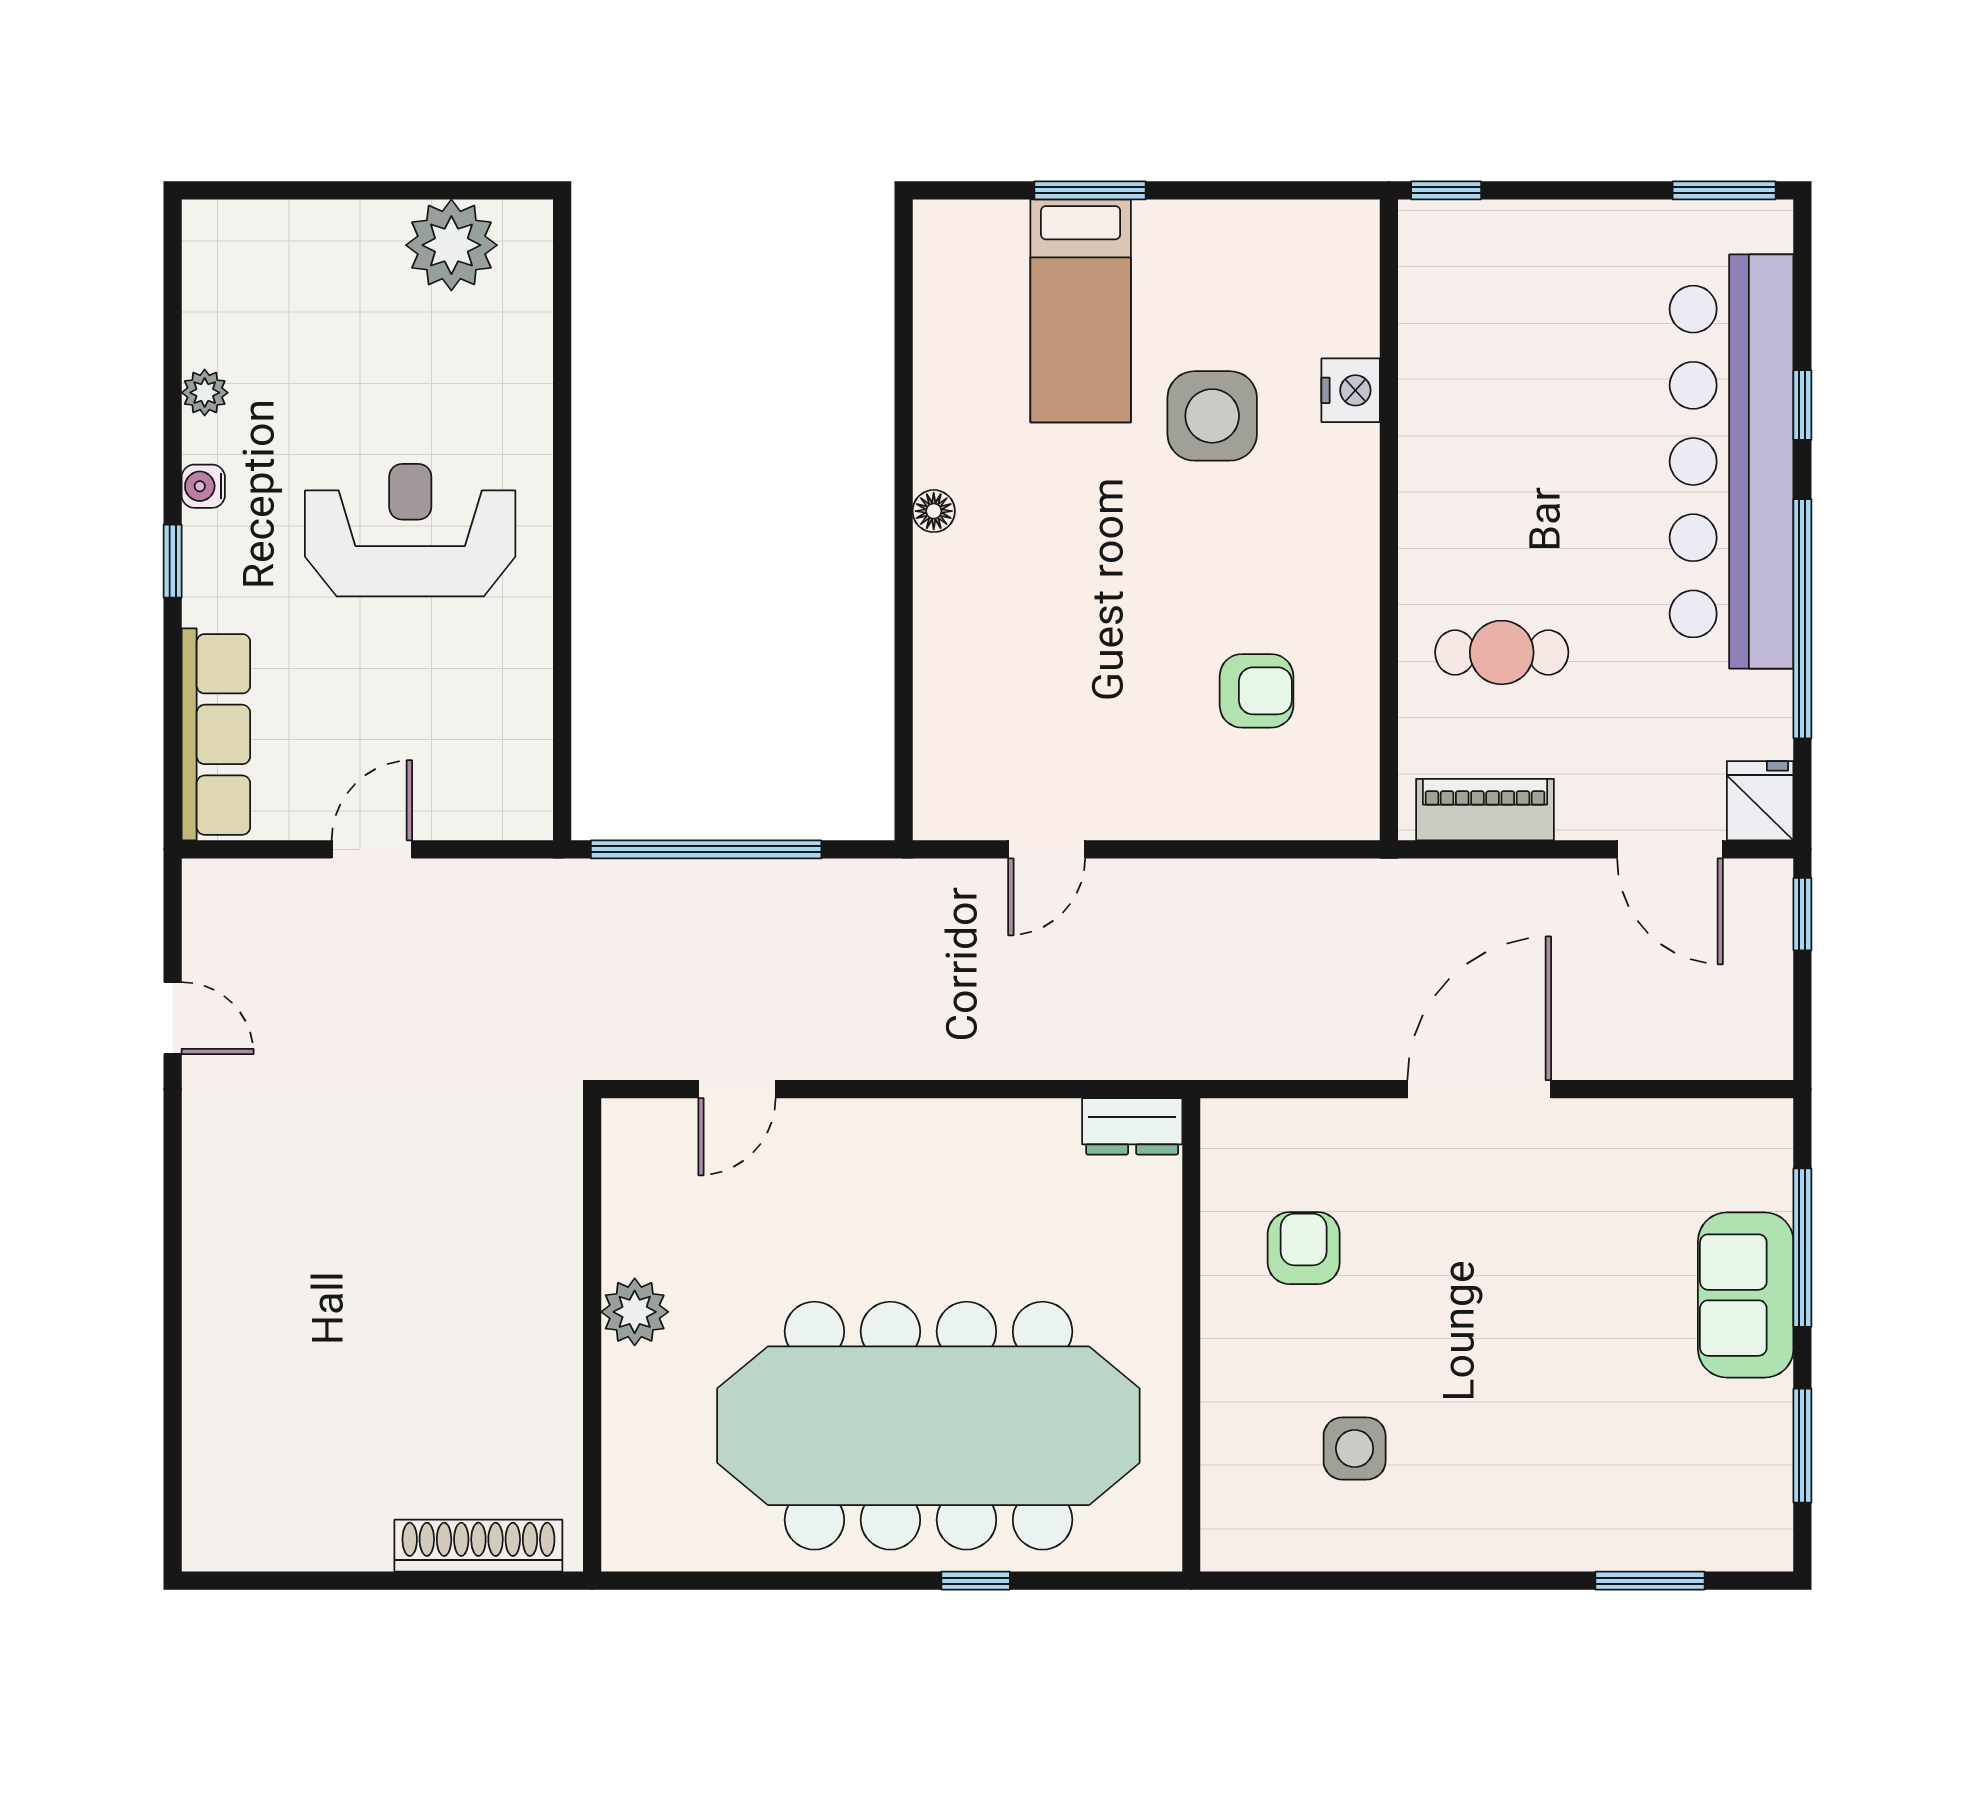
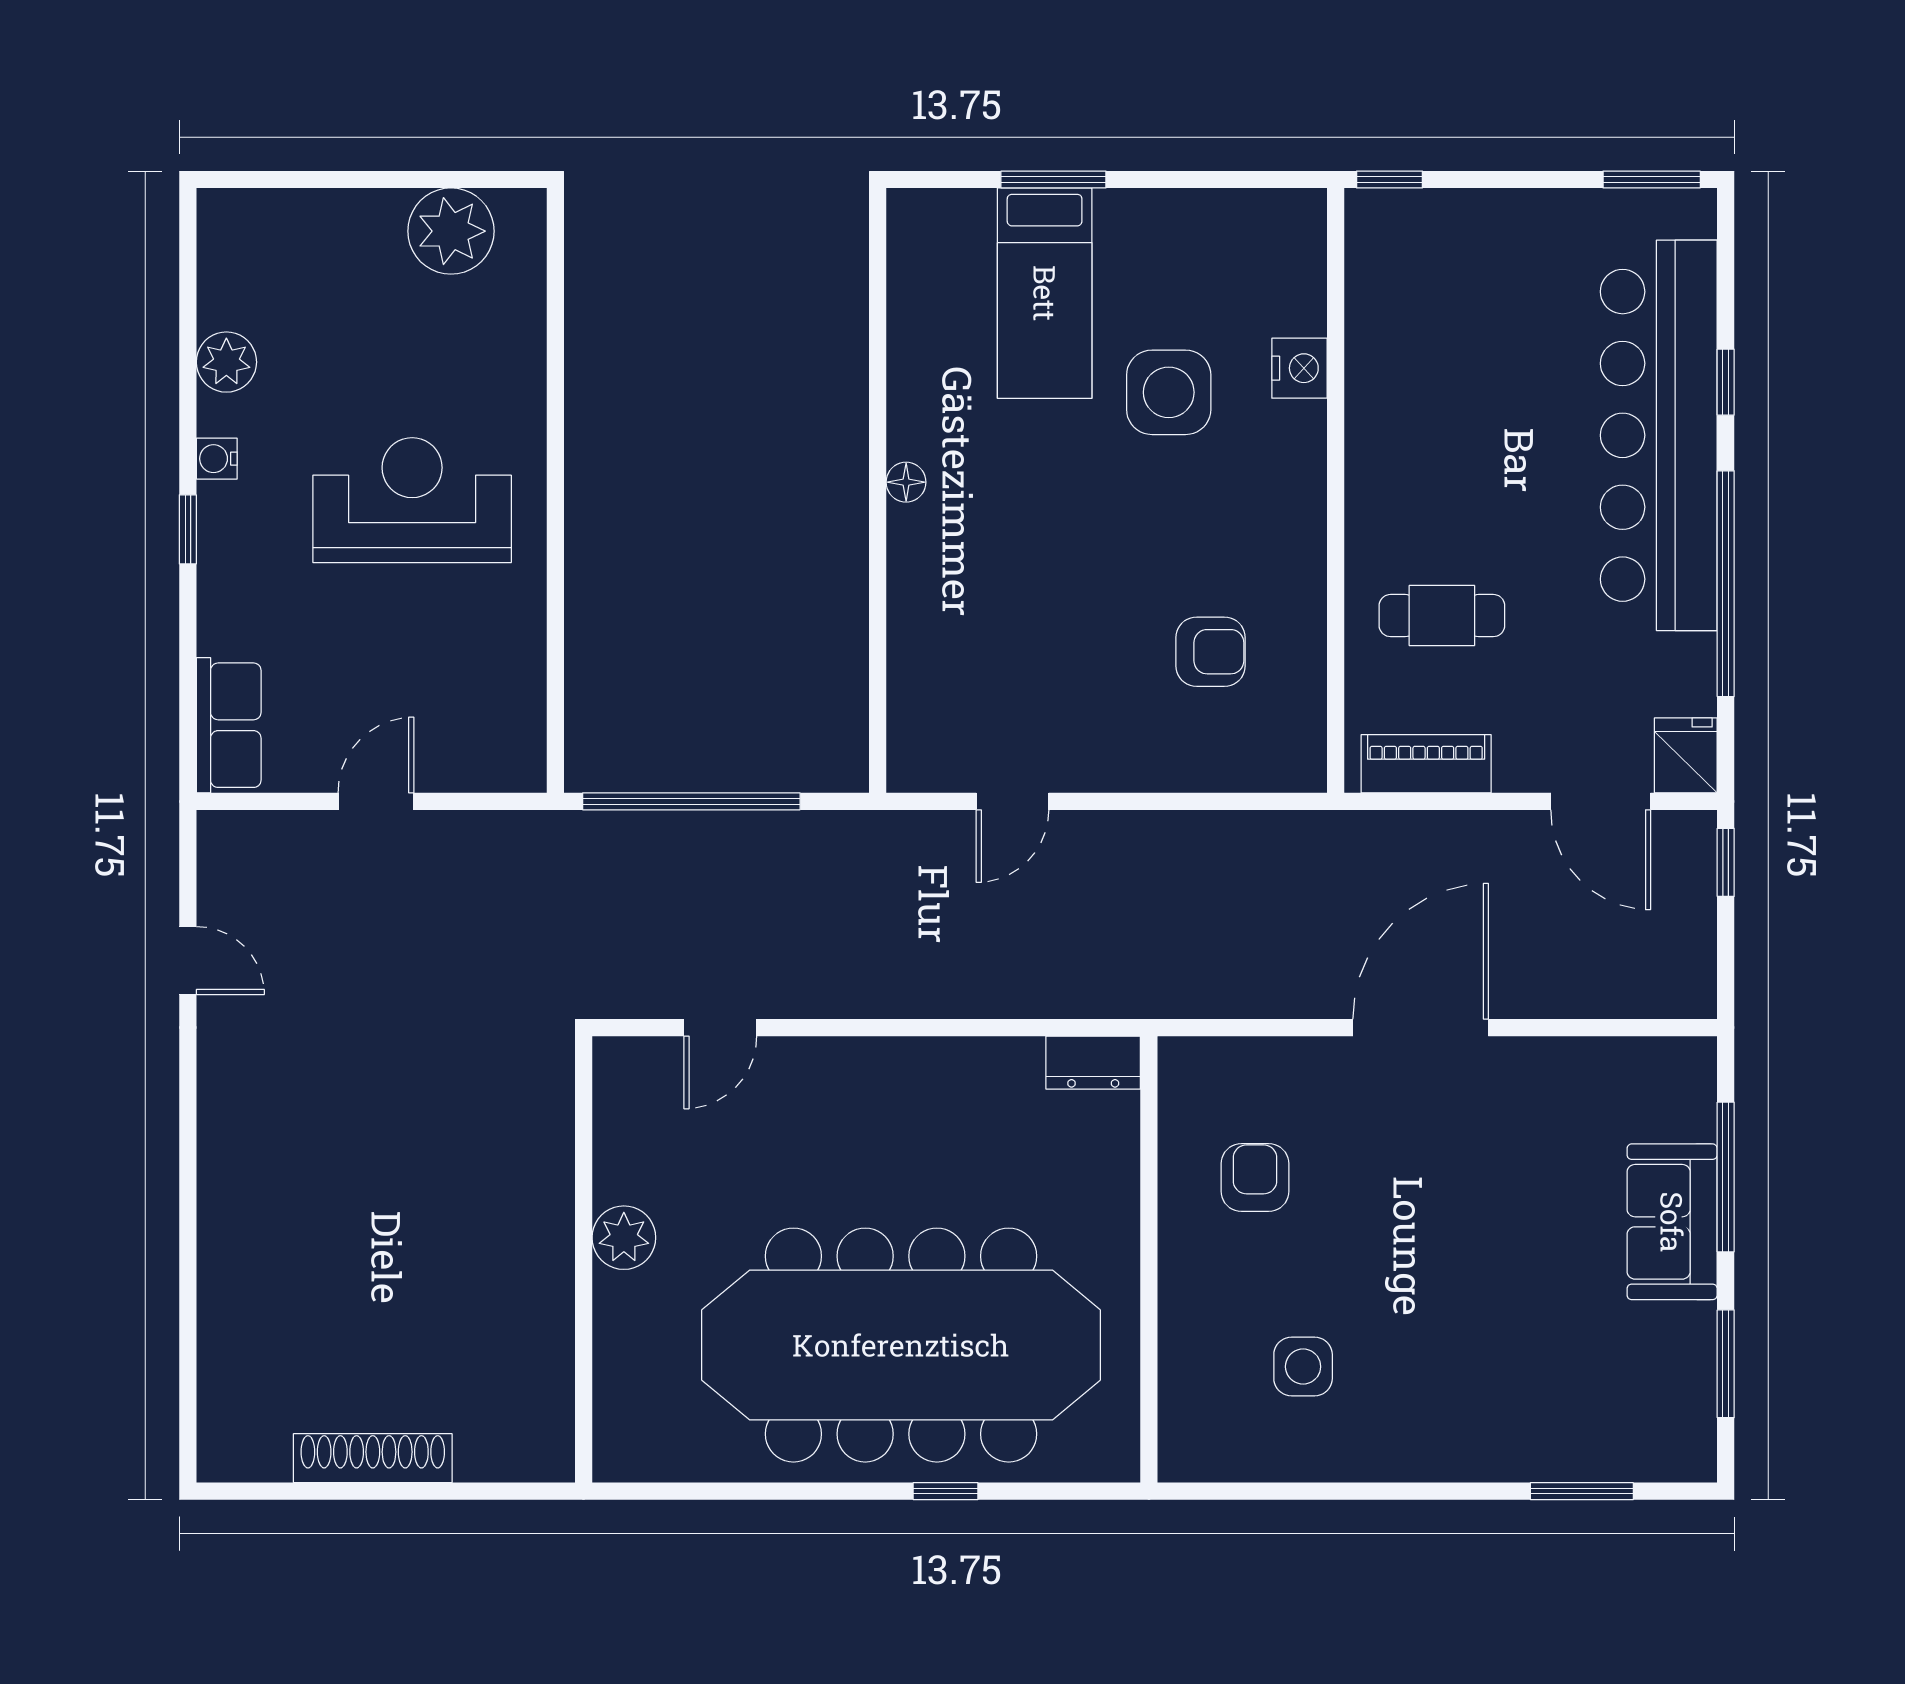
plant: (205, 393) -> (226, 362), width x1.38, depth x1.38
row of seats: (216, 734) -> (229, 725), width x0.68
shoe rack: (478, 1546) -> (373, 1458), moved

